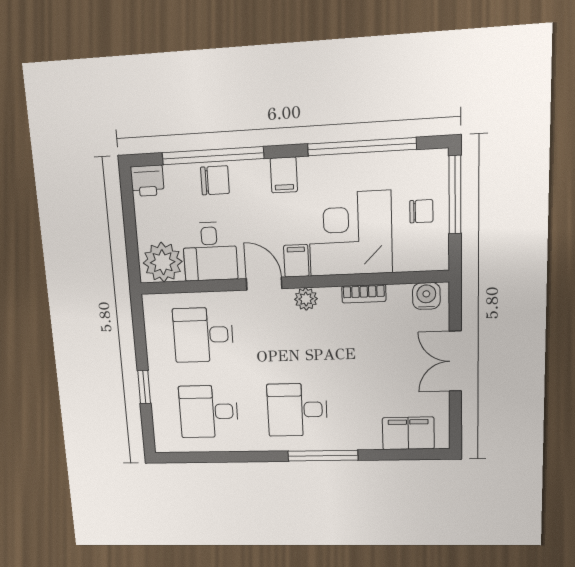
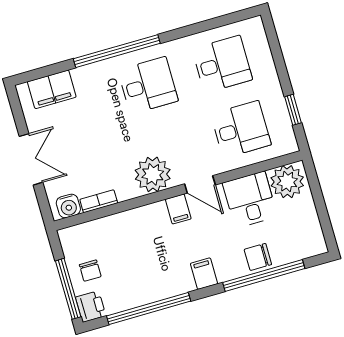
printer: (147, 181) -> (91, 307), moved, turned 90
chair: (421, 211) -> (90, 271), turned -90
corner desk: (350, 234) -> (141, 241), removed
bookcase: (364, 294) -> (99, 201), moved
plant: (306, 299) -> (153, 174), width x1.88, depth x1.88
window: (144, 387) -> (293, 110), moved
window: (323, 456) -> (117, 51), width x1.46

